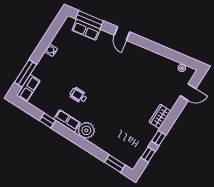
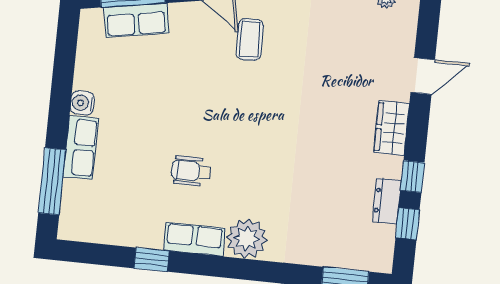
coffee table: (124, 58) -> (250, 39), added
row of seats: (28, 88) -> (81, 147), moved
door: (188, 92) -> (423, 76), moved
dresser: (145, 142) -> (387, 201), added

